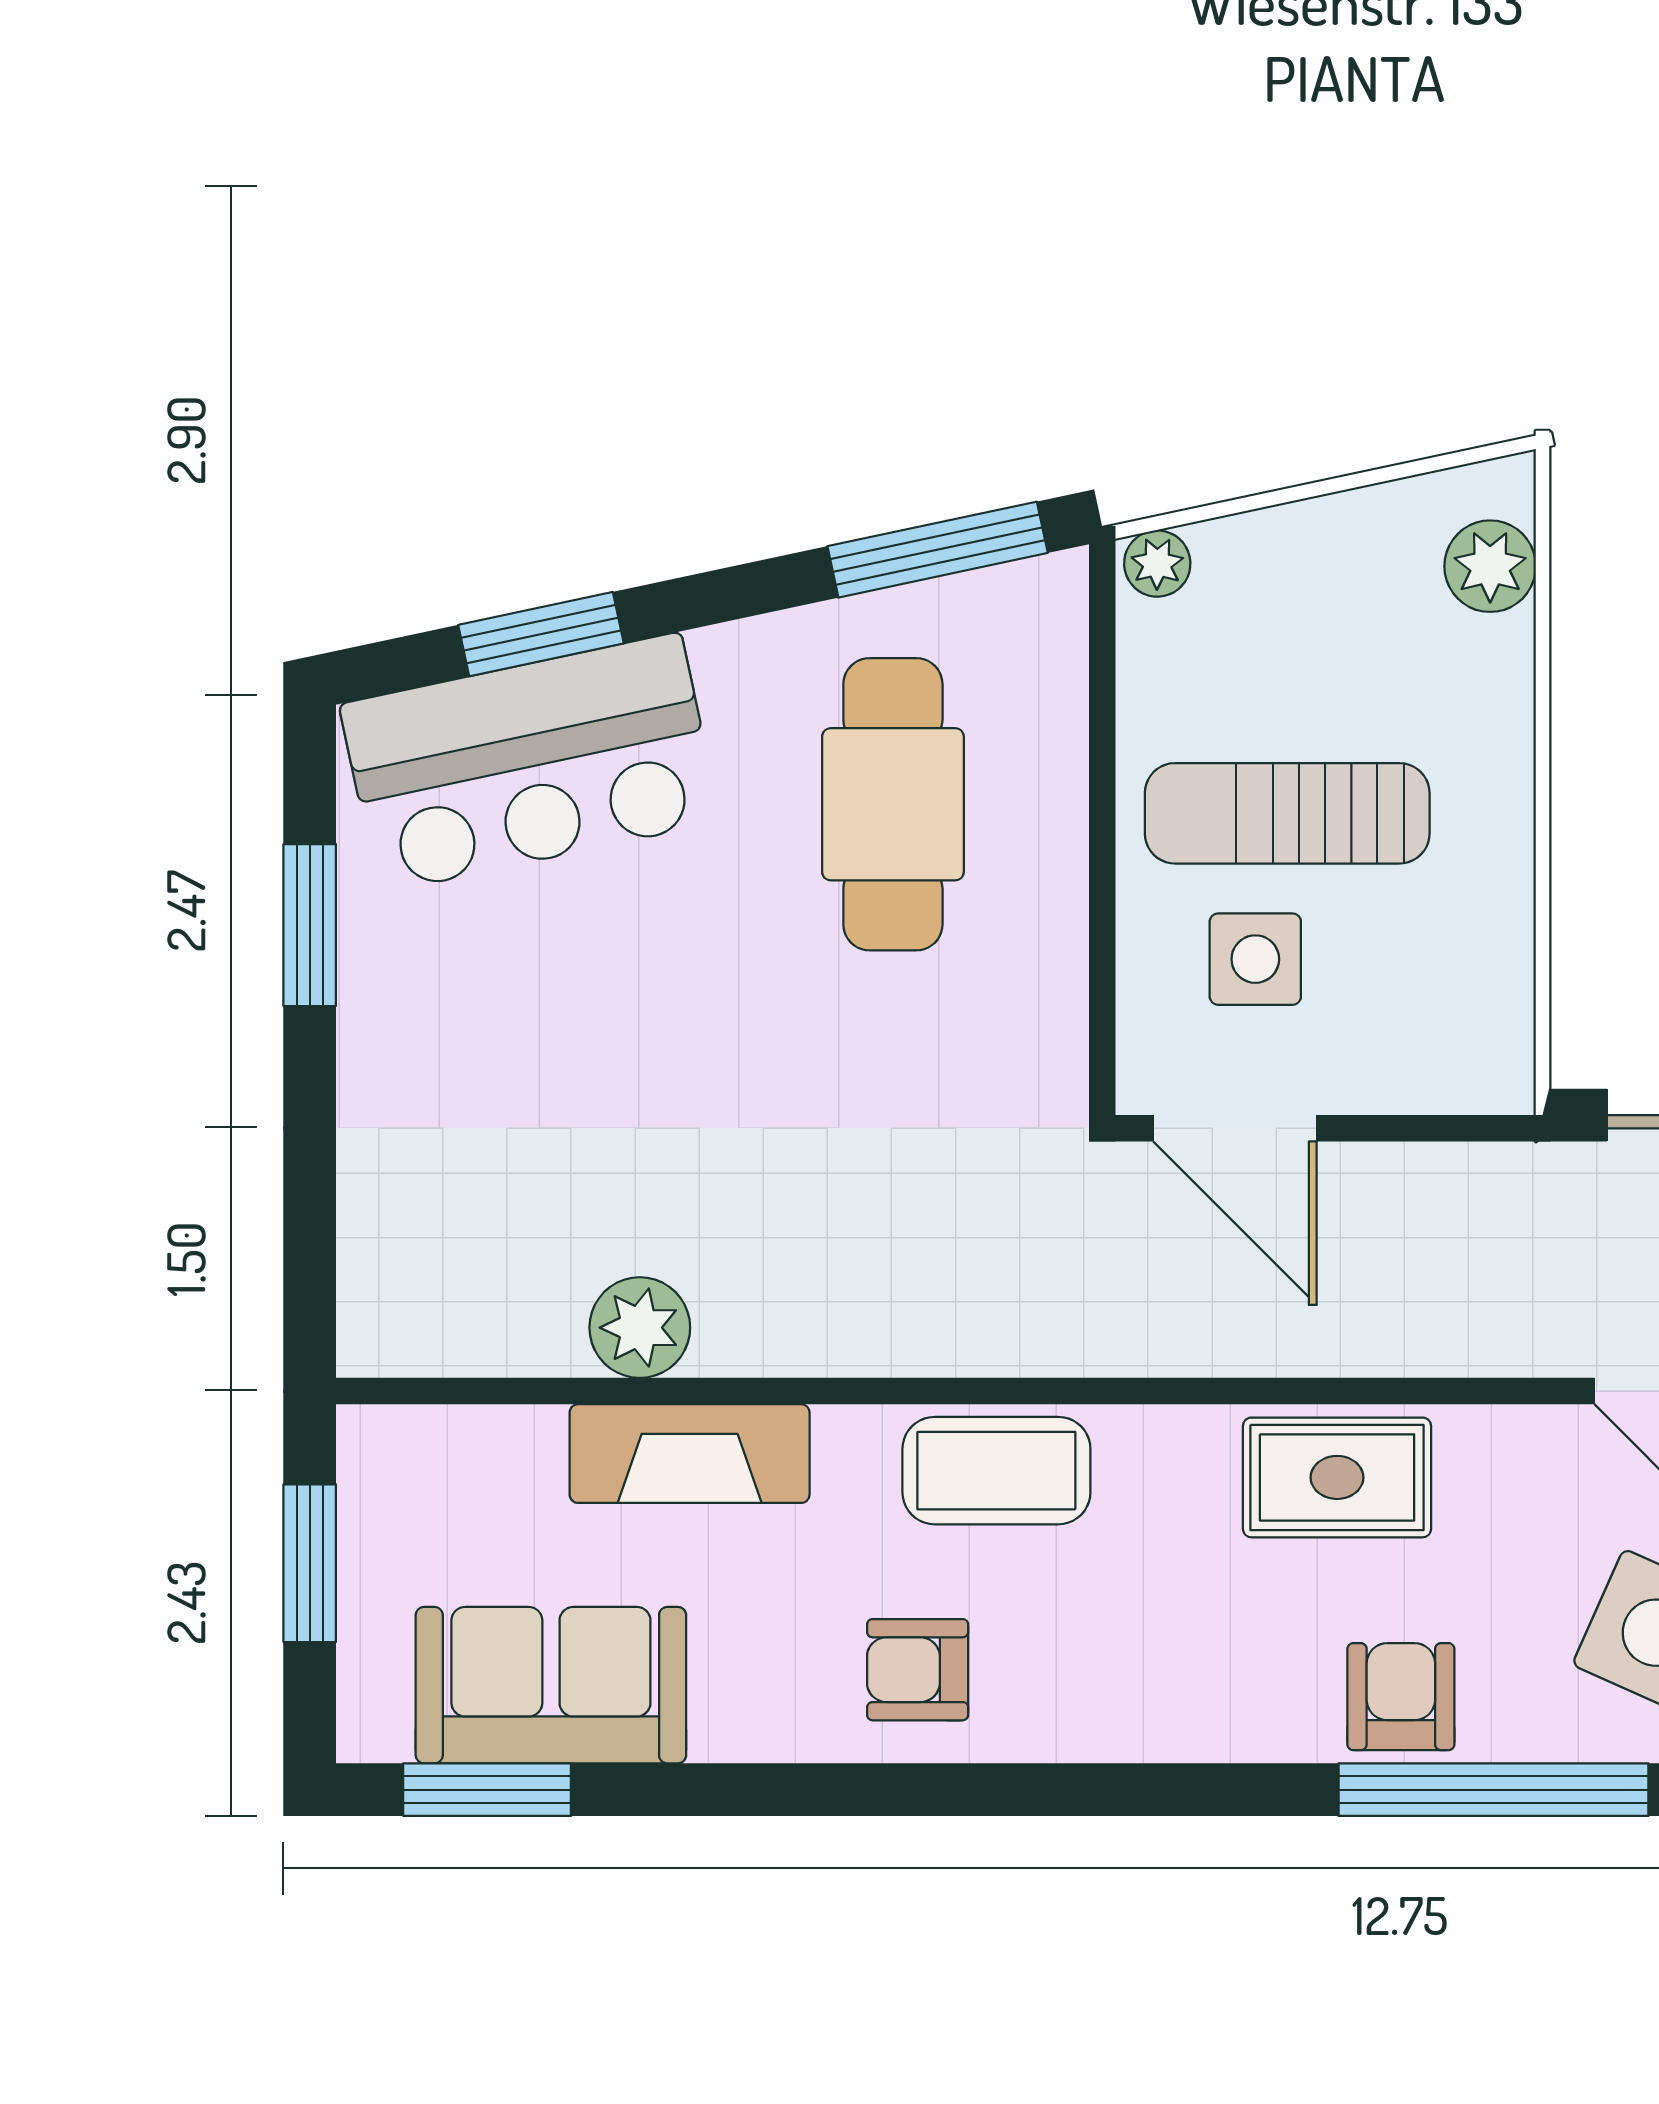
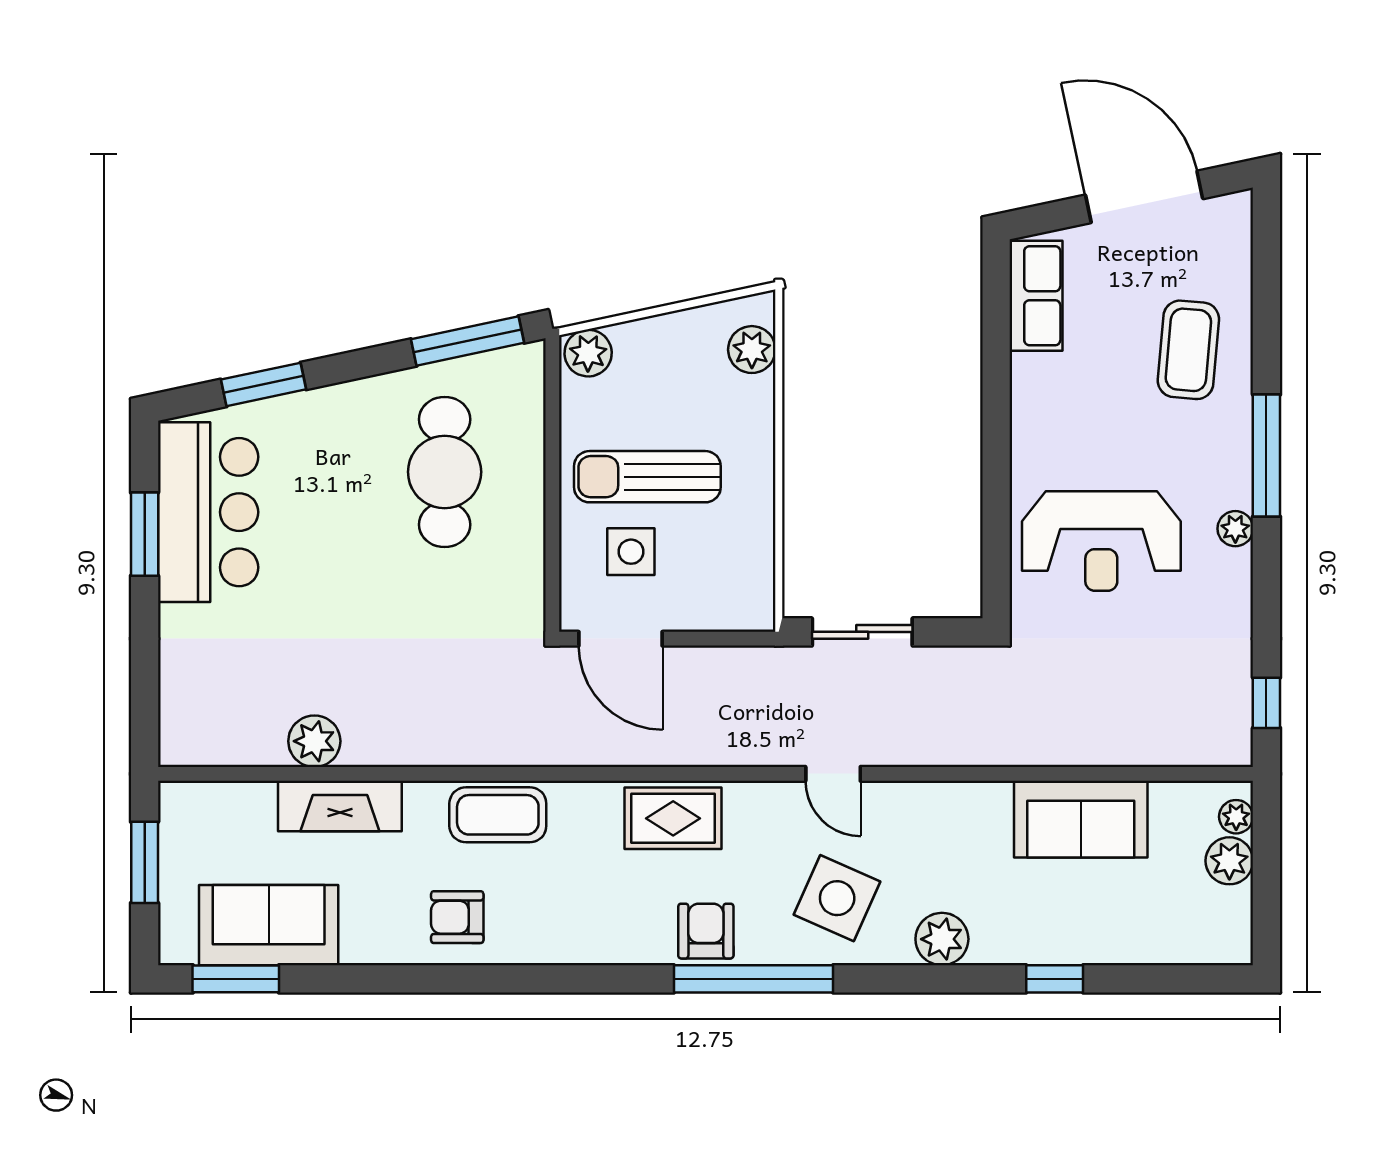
plant: (1157, 564) -> (588, 353), width x1.38, depth x1.38
bar counter: (530, 763) -> (208, 512), moved, turned -78

